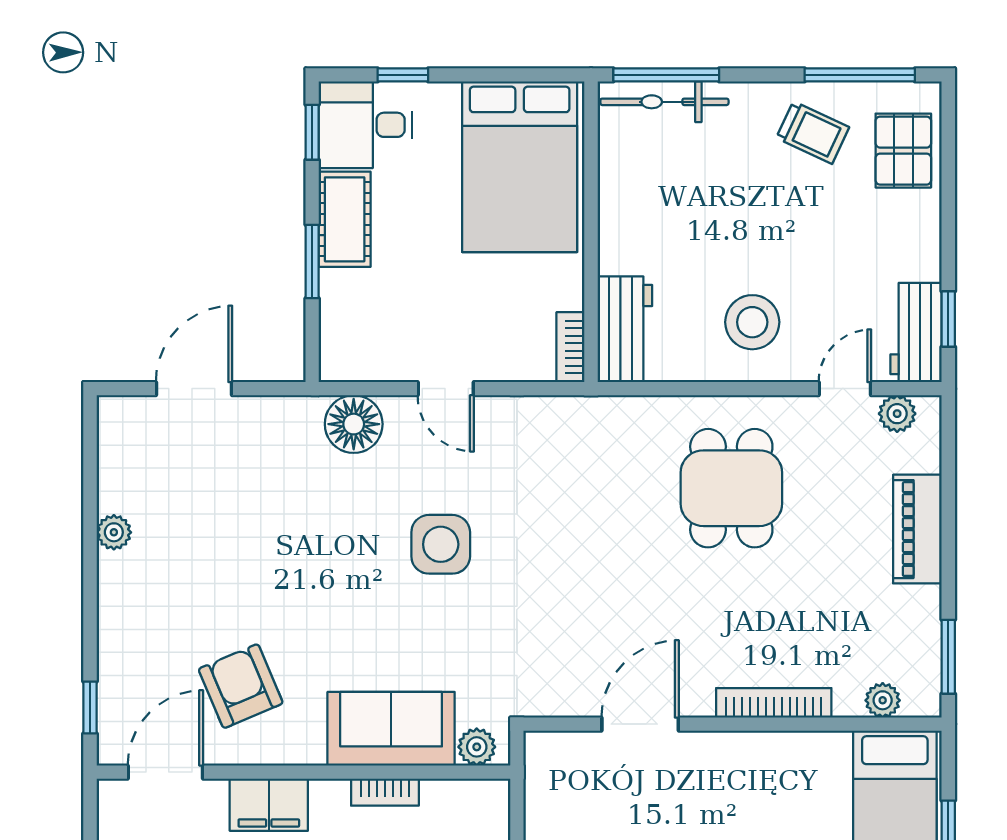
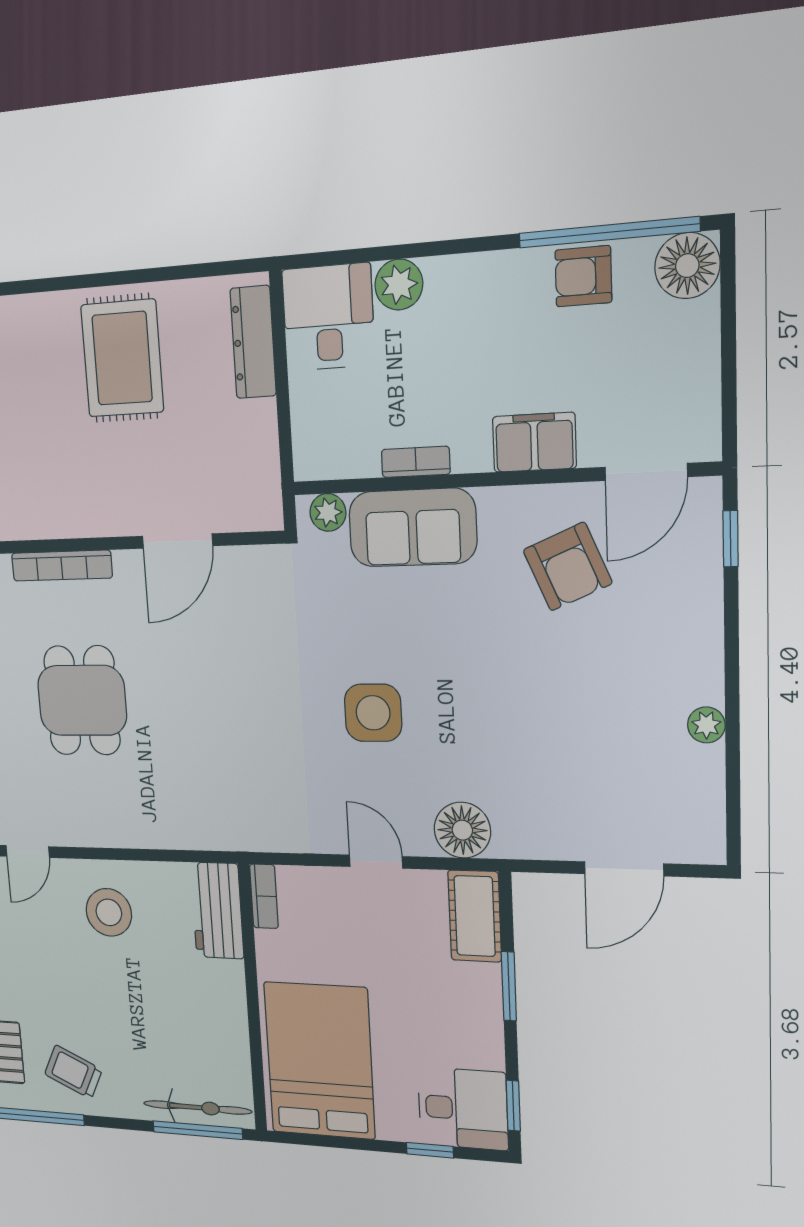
cot: (345, 219) -> (475, 916), moved
dining table: (731, 488) -> (82, 700), moved

